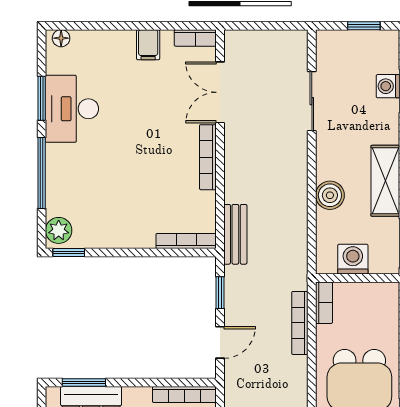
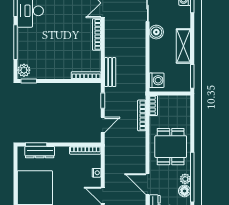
boiler: (330, 195) -> (156, 32), moved
washing machine: (353, 259) -> (157, 80), moved, turned 90

